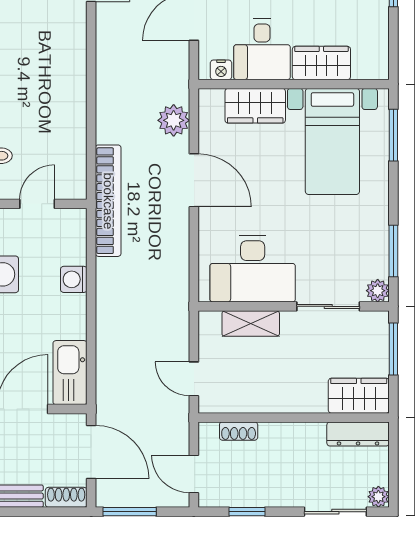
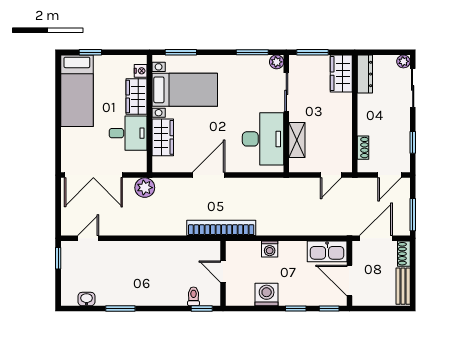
nightstand: (221, 70) -> (141, 71), moved
plant: (174, 120) -> (145, 188), moved

